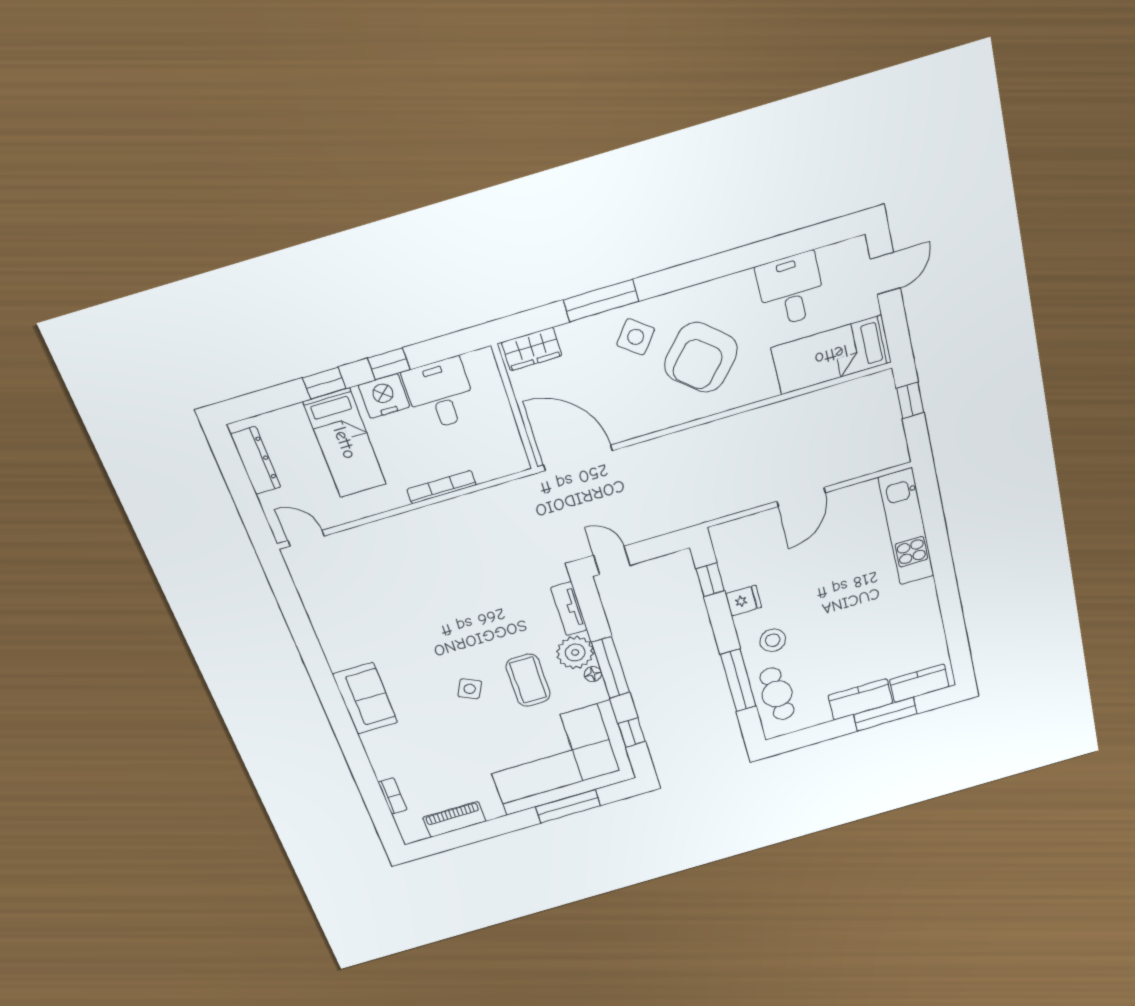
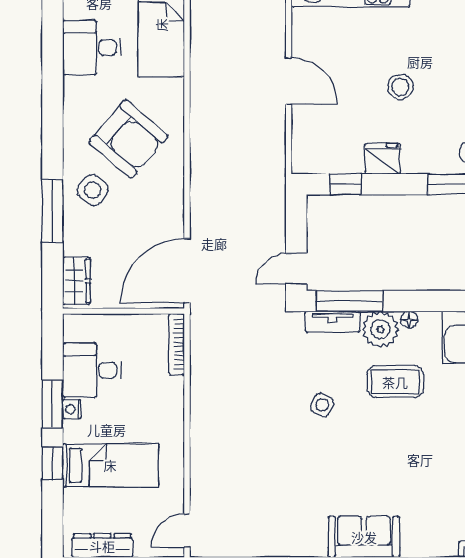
window: (389, 364) -> (52, 404), width x1.50
nightstand: (384, 396) -> (72, 409), width x0.53, depth x0.56
bookcase: (441, 487) -> (177, 344), moved
fridge: (743, 601) -> (383, 159), width x1.38
stool: (773, 640) -> (400, 87), moved
window: (611, 667) -> (349, 301), moved
side table: (470, 689) -> (322, 405), moved

